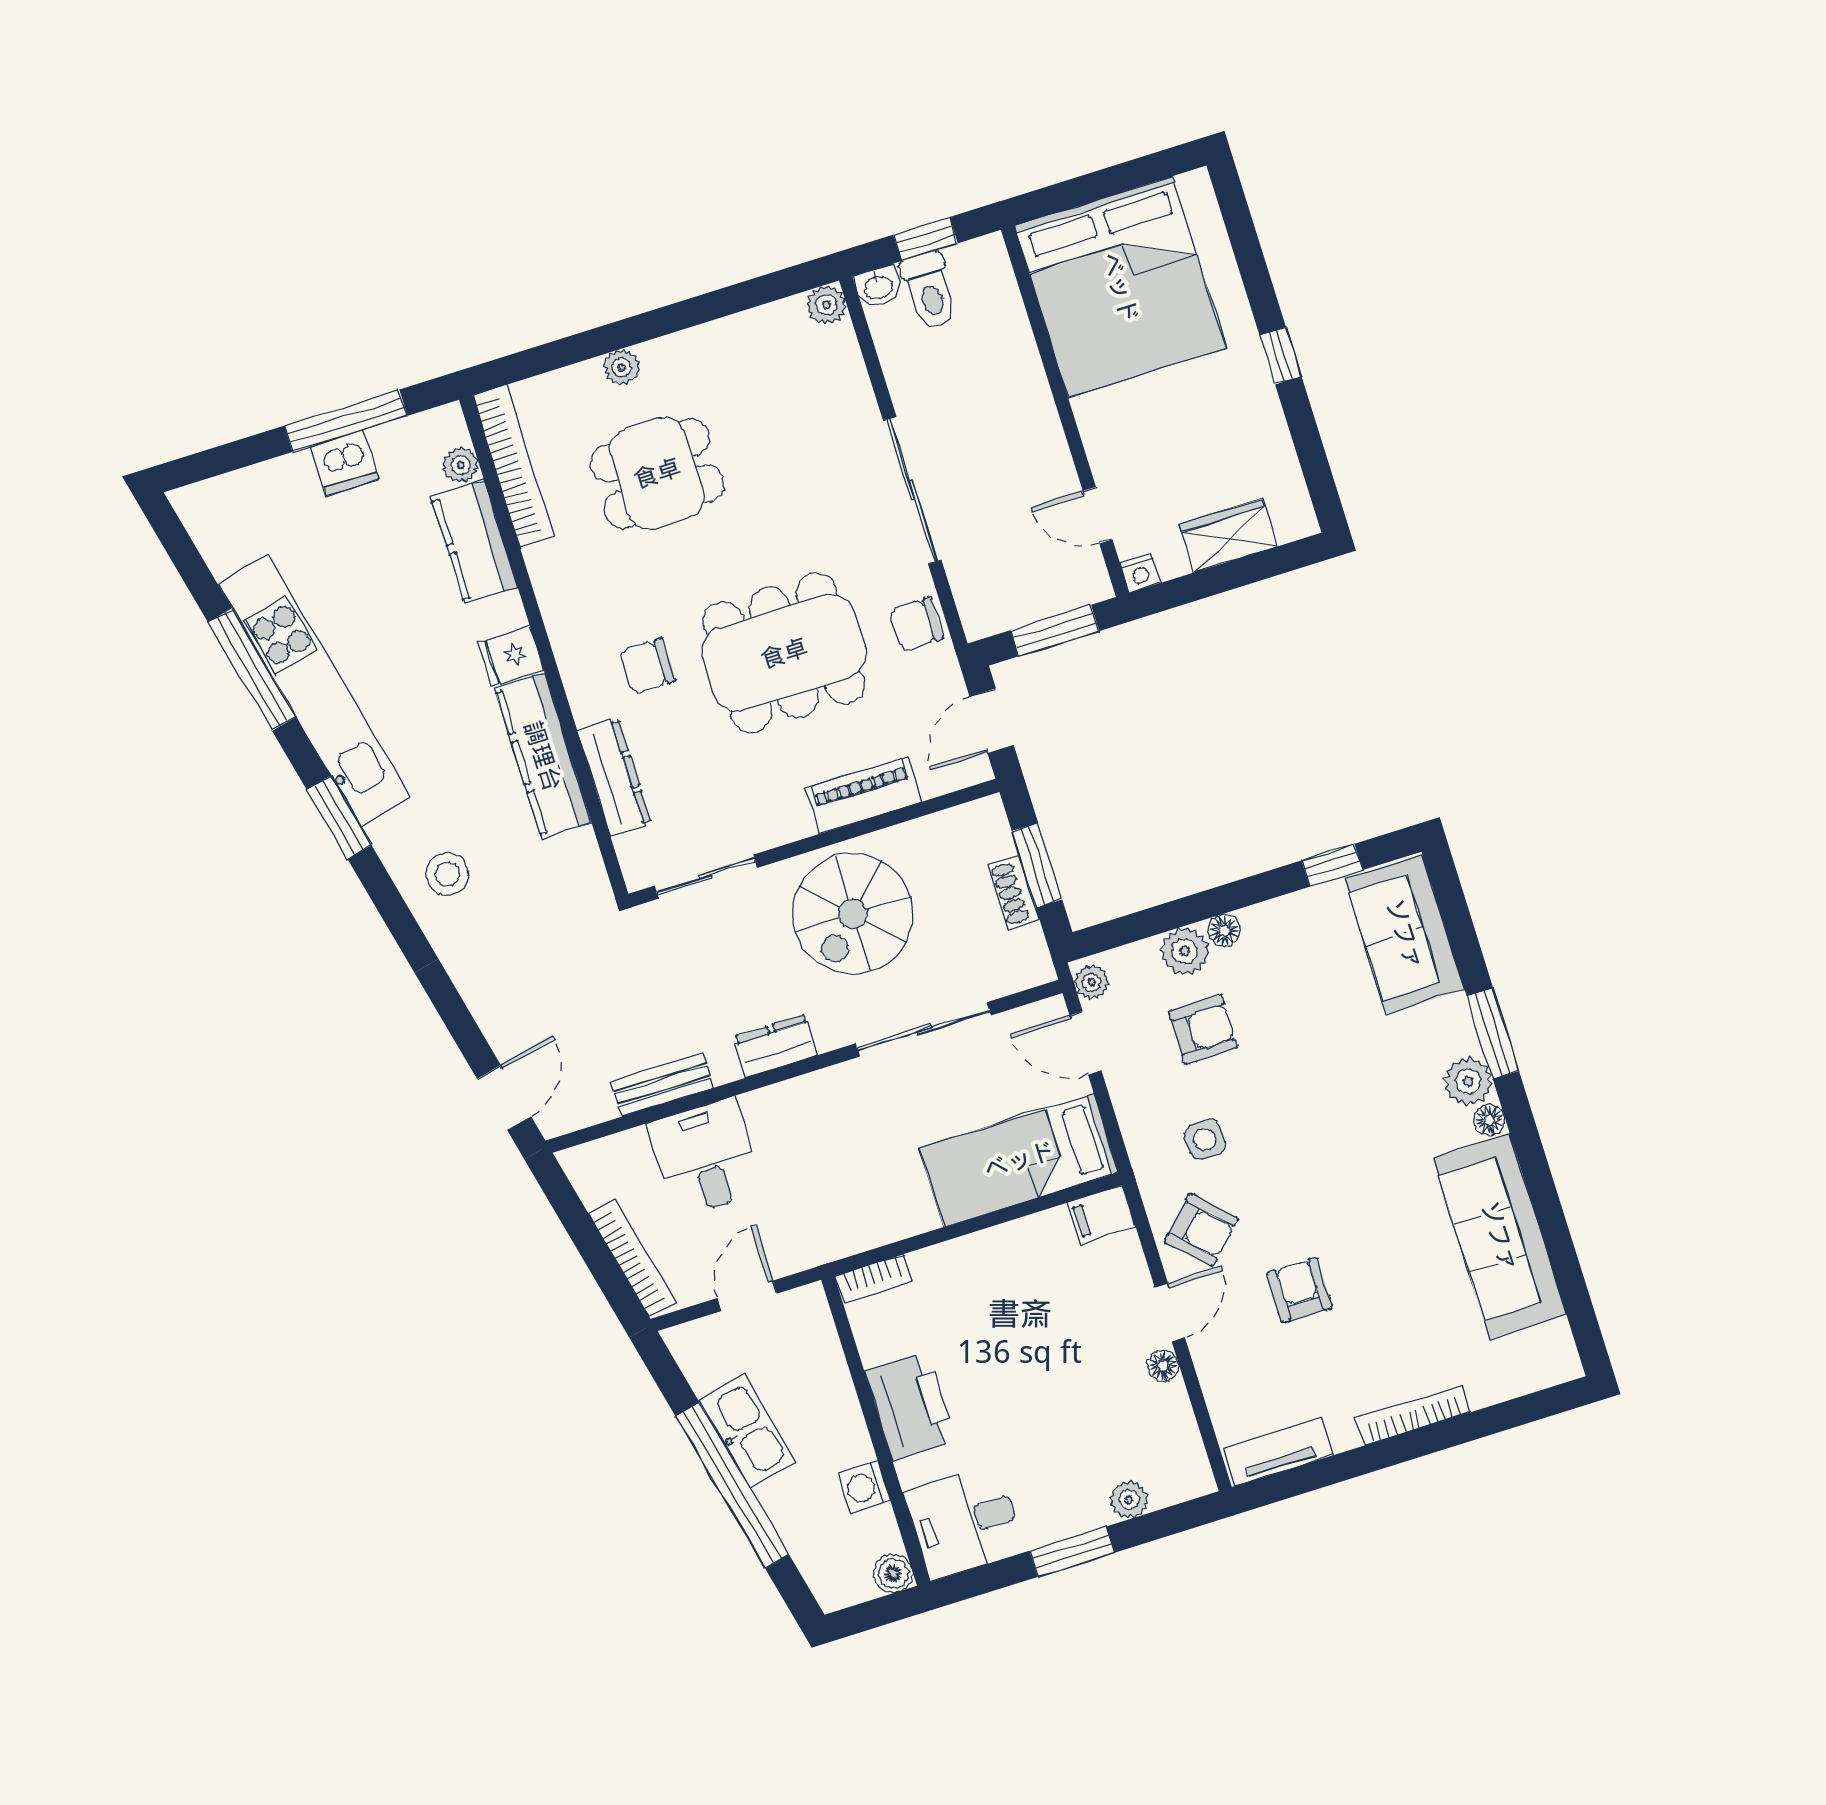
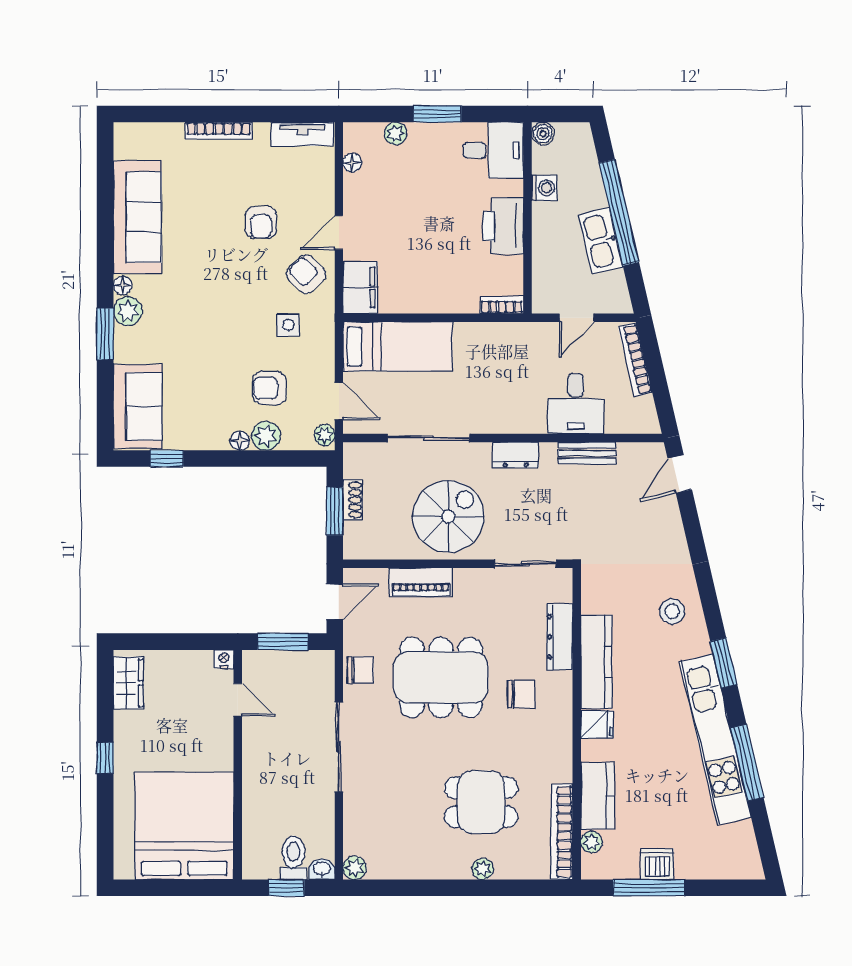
wardrobe: (1228, 536) -> (128, 683), moved, turned -90
filing cabinet: (1102, 1215) -> (360, 288), width x2.00
floor lamp: (1163, 1366) -> (352, 163), moved

